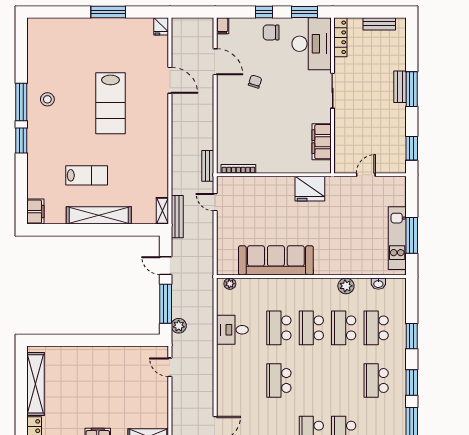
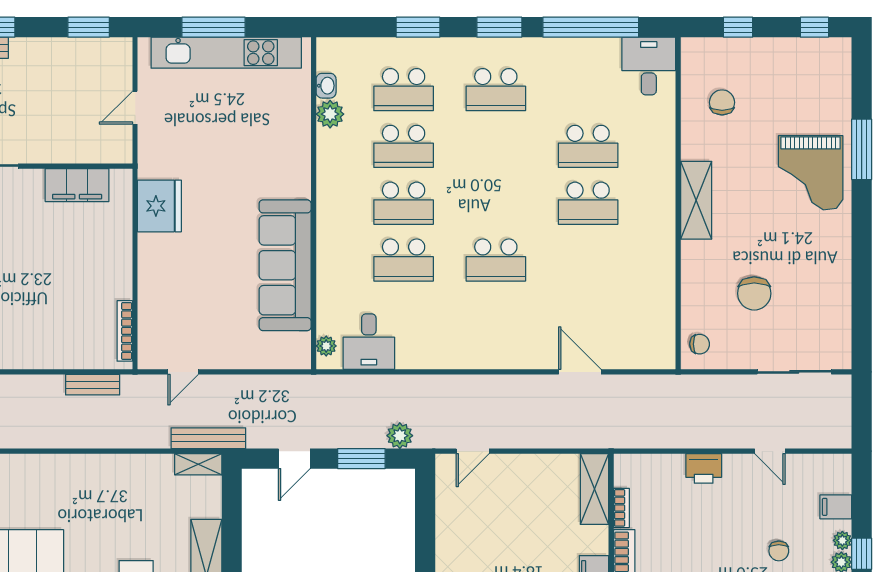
bench: (208, 166) -> (93, 385), moved
door: (366, 175) -> (135, 108), hinge flipped
window: (412, 235) -> (214, 27), moved
kitchen unit: (397, 238) -> (226, 53), width x1.36
plant: (346, 286) -> (330, 114), moved
window: (166, 304) -> (361, 459), width x0.69
desk: (232, 330) -> (369, 342), moved

